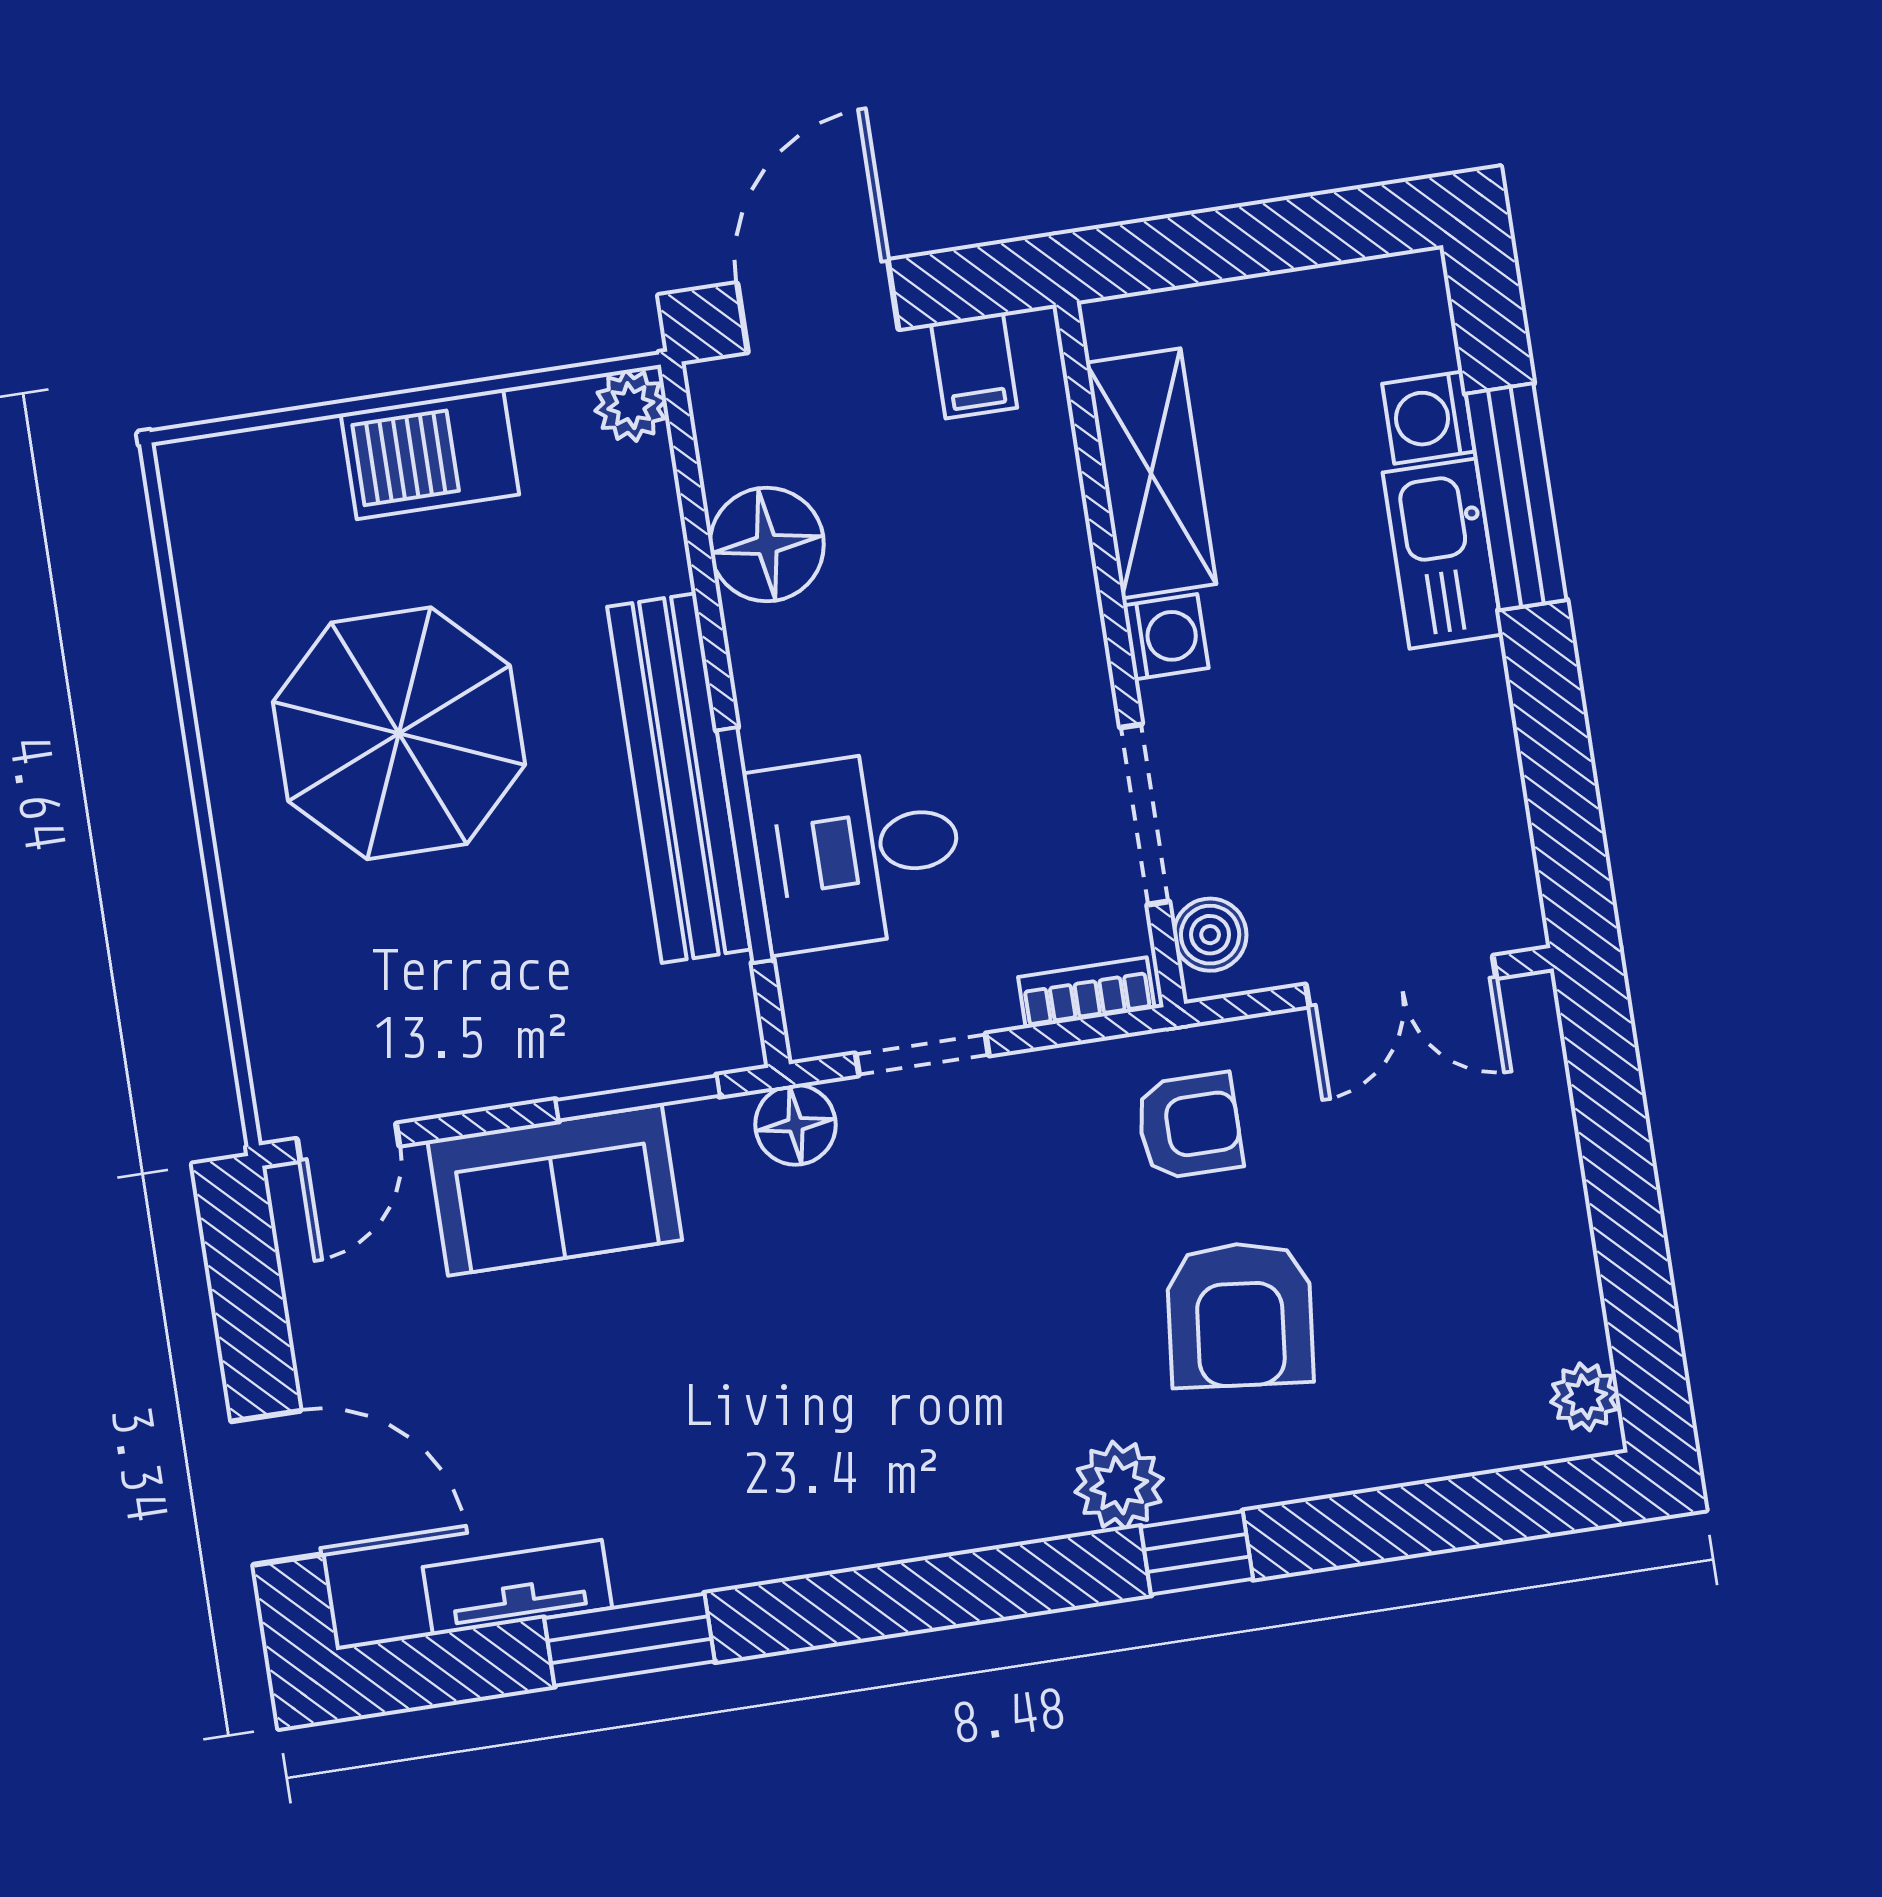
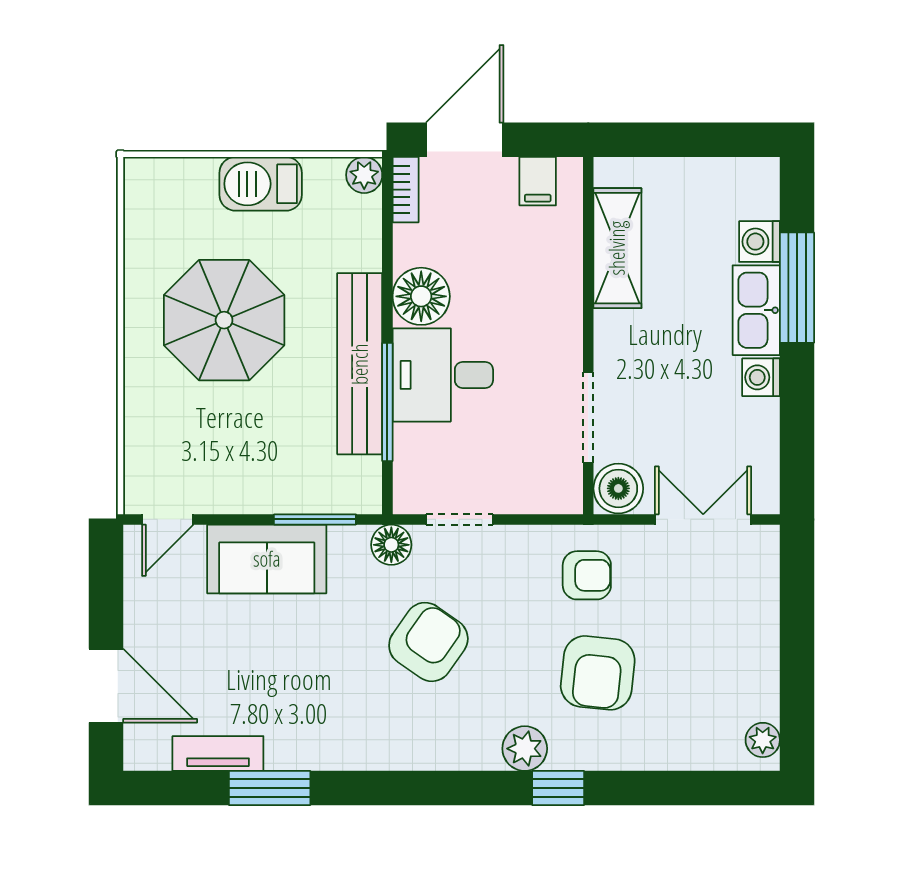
floor lamp: (767, 544) -> (421, 296), moved
washing machine: (1166, 637) -> (761, 377), moved, turned 180
desk: (857, 850) -> (443, 375), moved
boiler: (1210, 935) -> (618, 488), width x1.36, depth x1.36
double door: (1401, 981) -> (703, 519), swing flipped
bookcase: (1086, 993) -> (406, 190), moved, turned 90
armchair: (898, 1305) -> (428, 642), added

